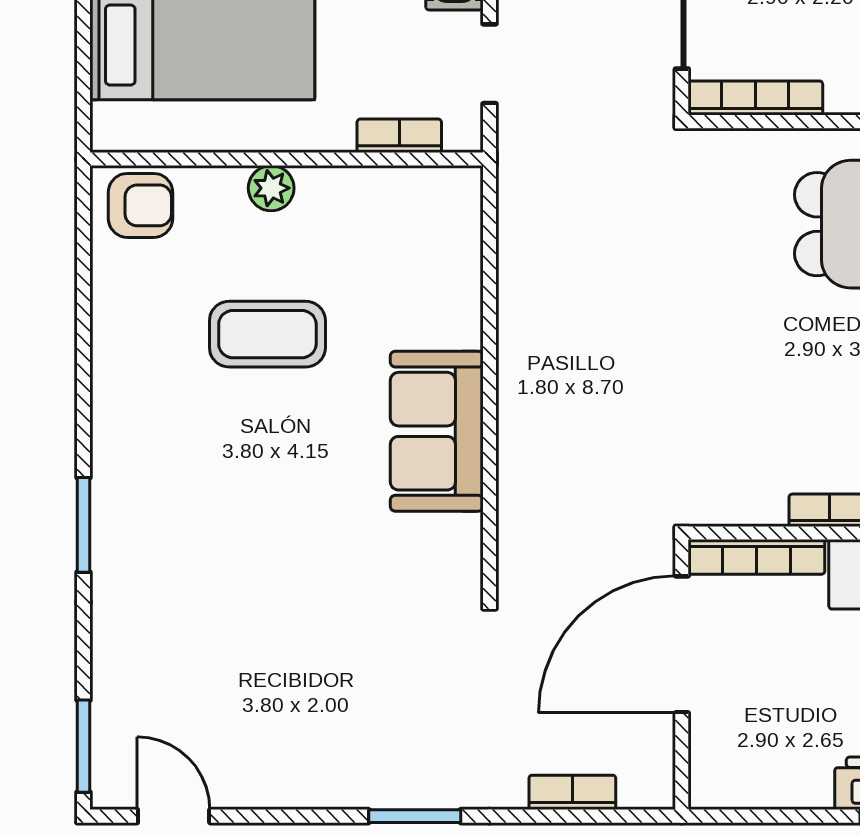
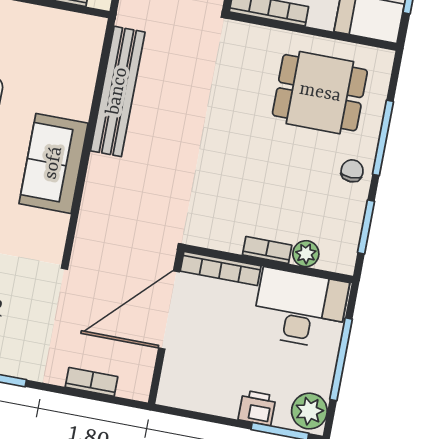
bench: (523, 287) -> (118, 91), added

